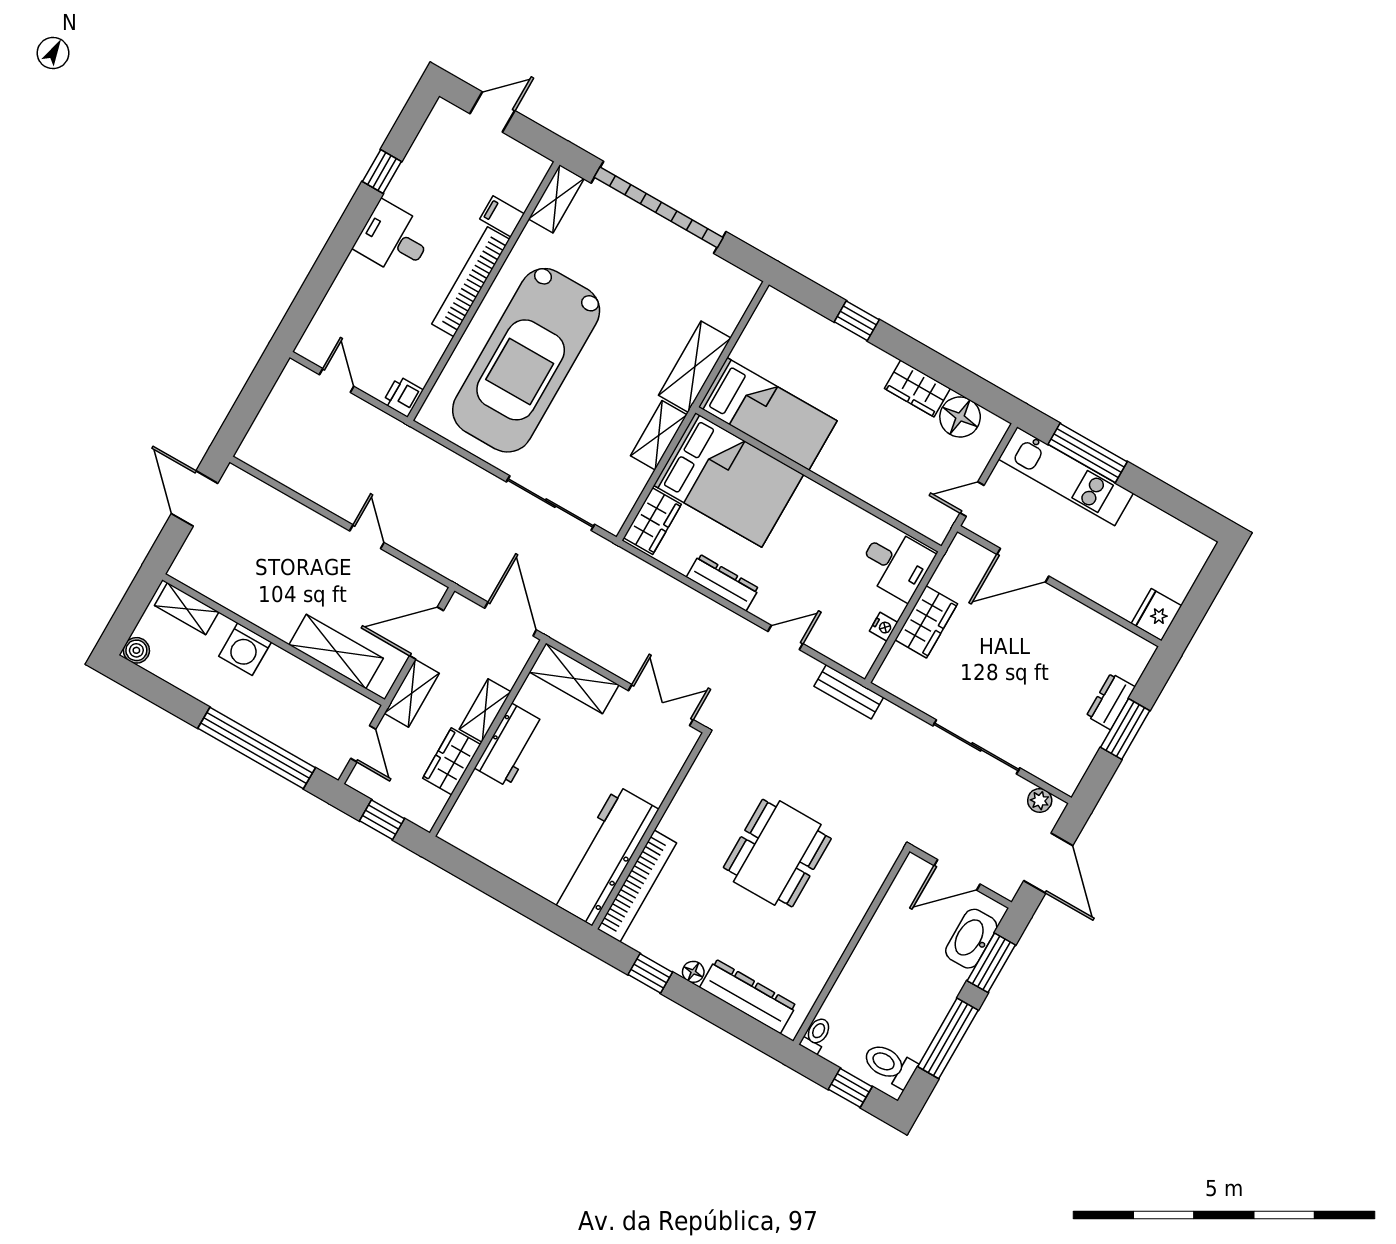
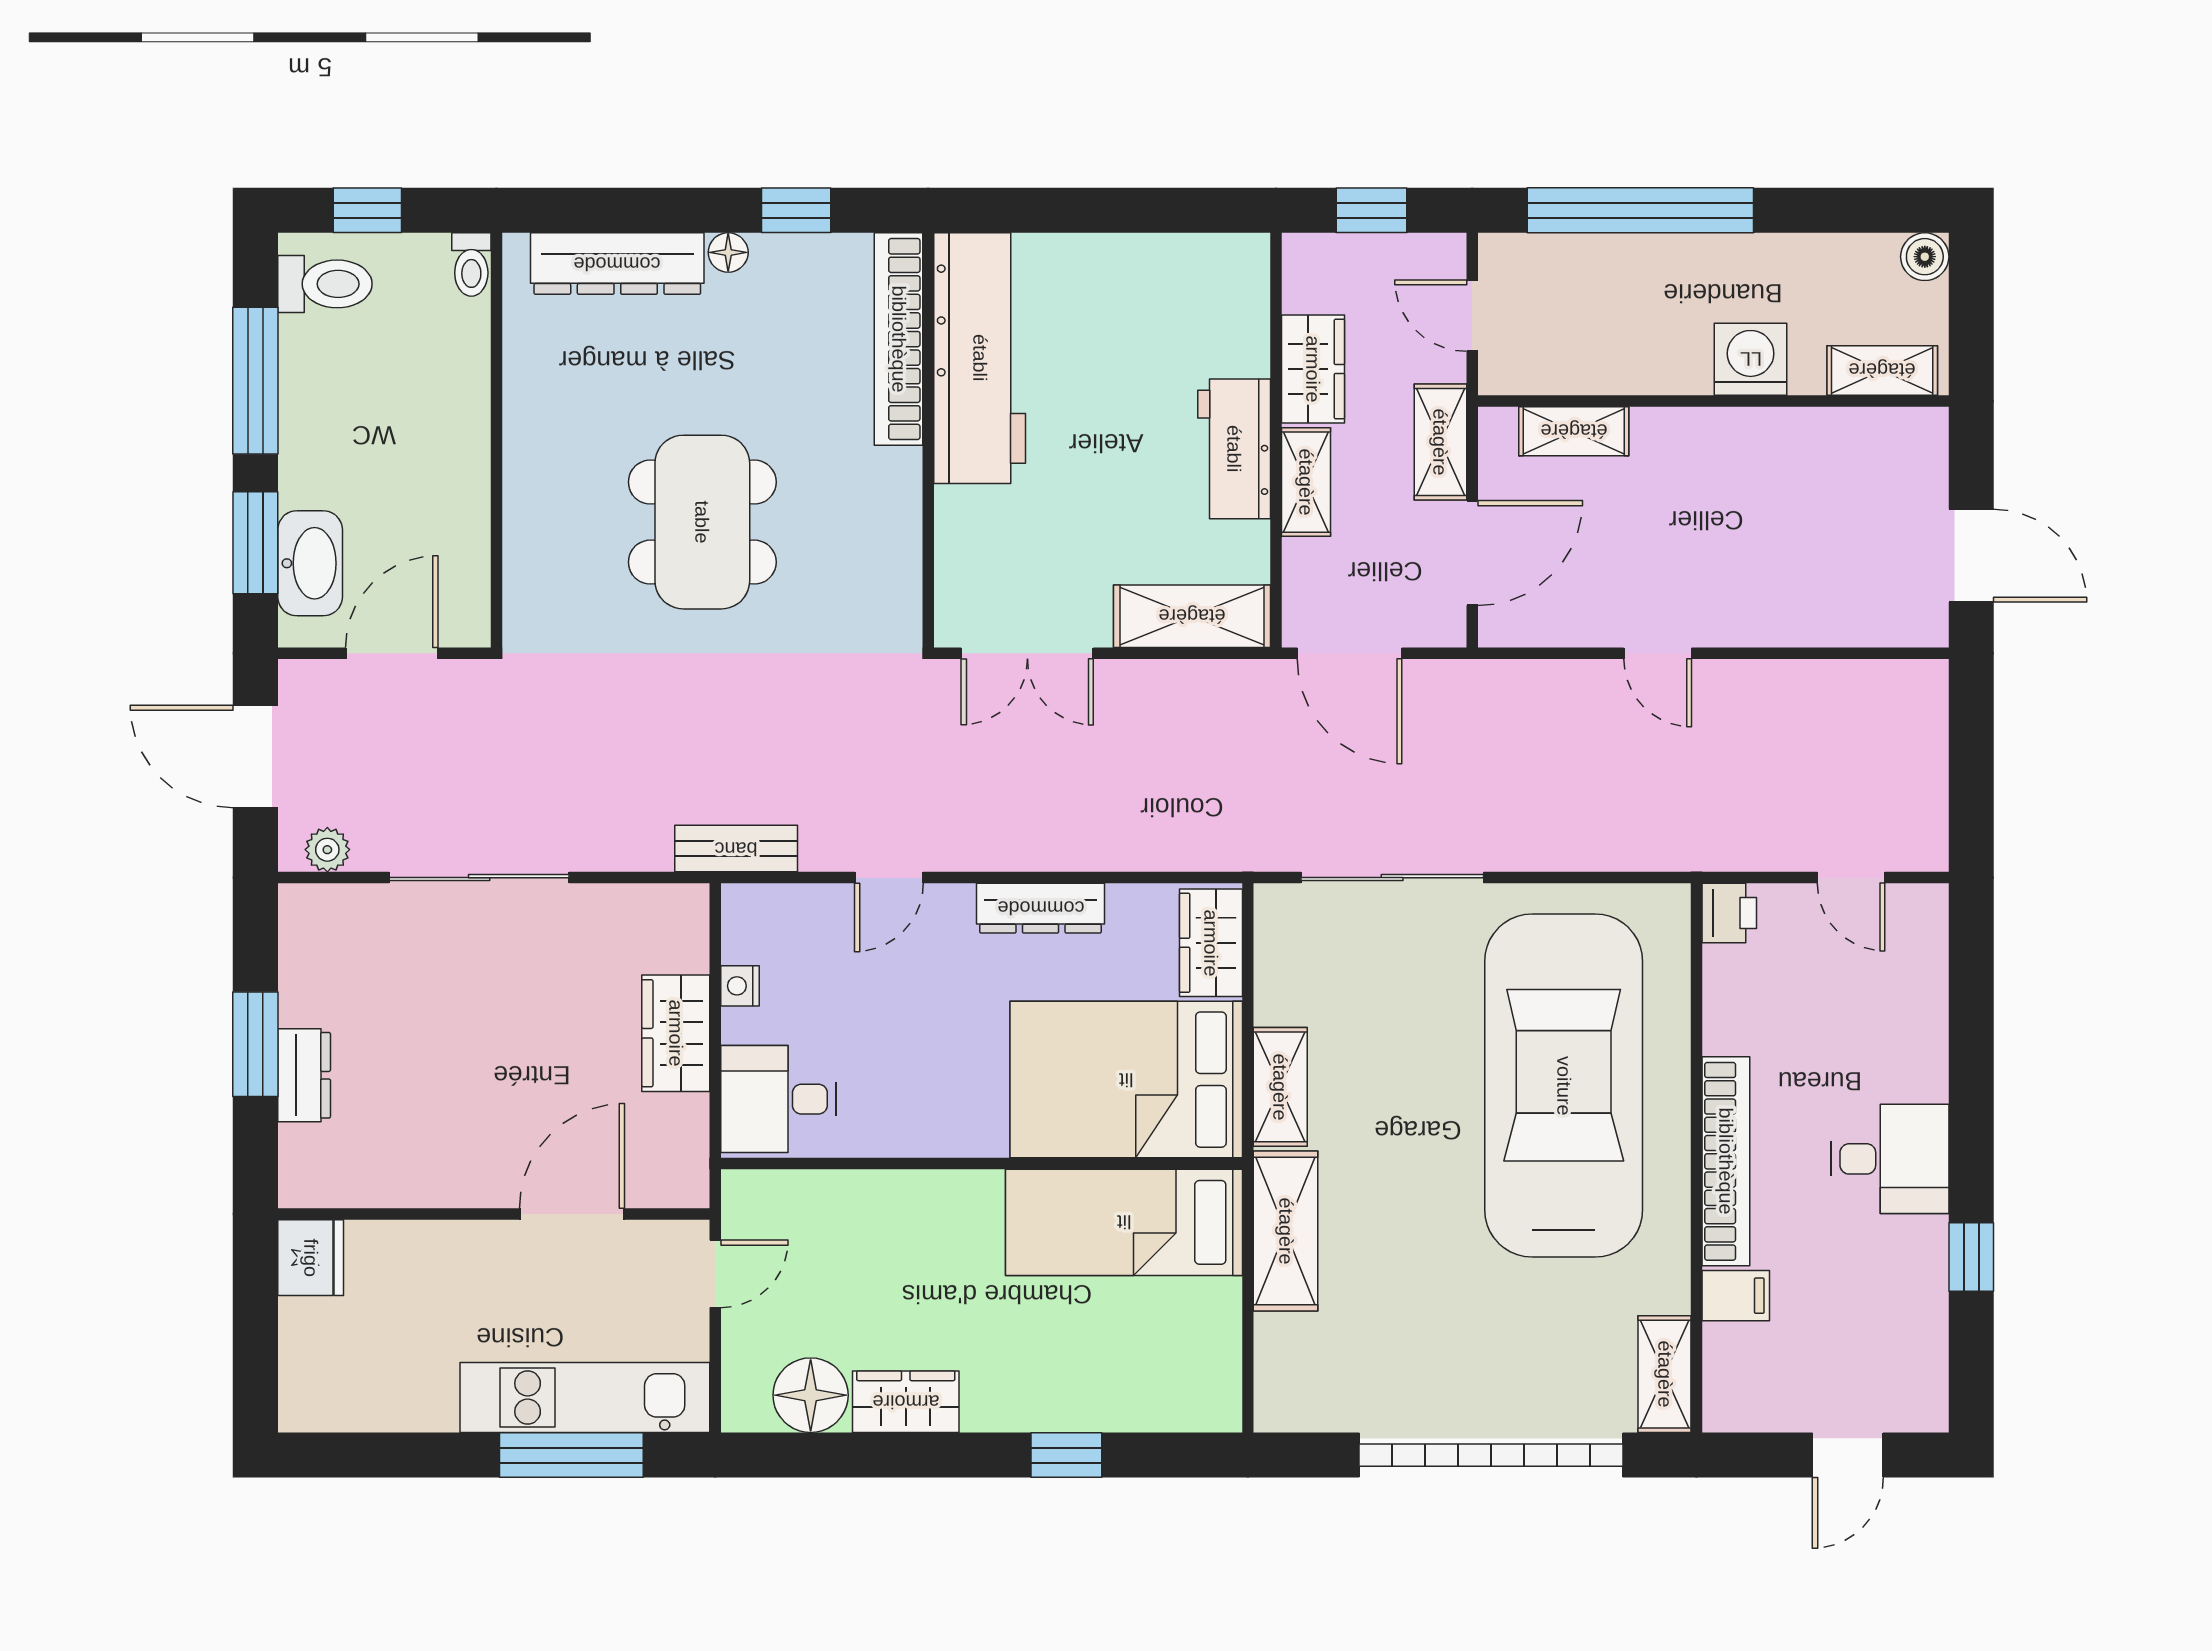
shelving: (336, 652) -> (1574, 431), width x0.67, depth x0.75

